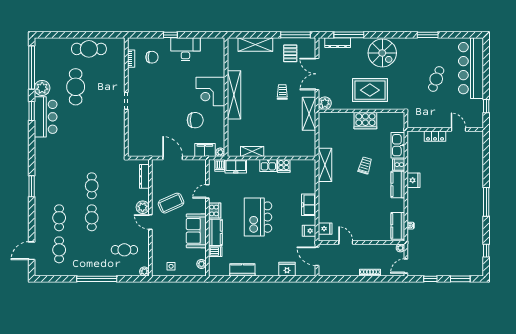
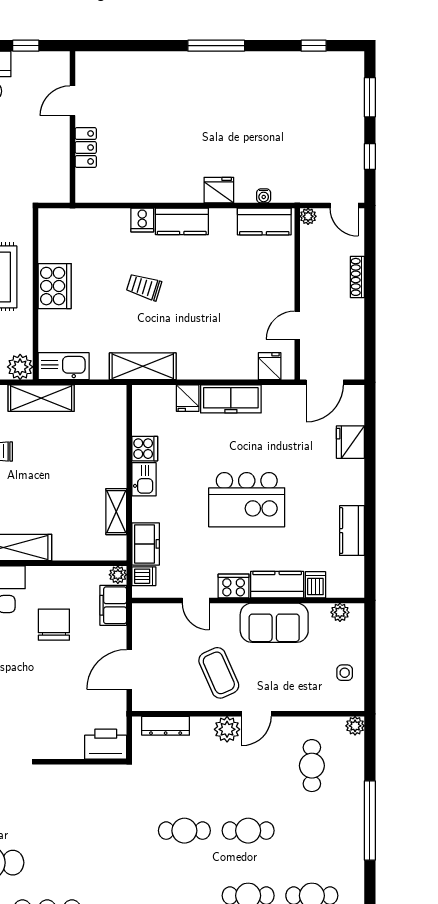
kitchen sink: (398, 145) -> (64, 366), moved, turned 180
printer: (135, 146) -> (106, 744), added
fridge: (414, 180) -> (219, 190), moved
freezer: (309, 205) -> (231, 399), width x1.40
fridge: (309, 231) -> (188, 398), moved

